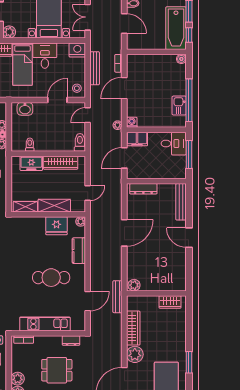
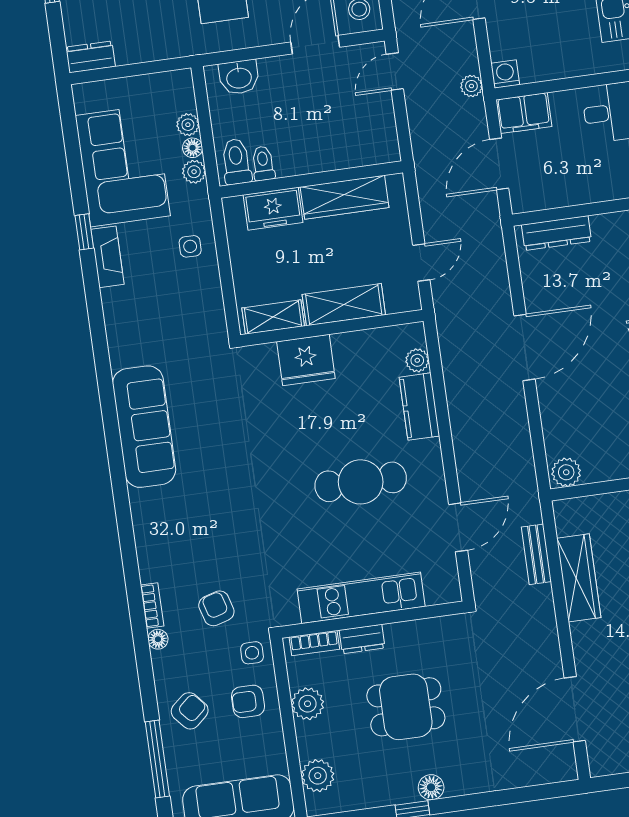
toilet: (80, 142) -> (236, 162), moved
plant: (81, 221) -> (417, 360), moved
fridge: (56, 226) -> (306, 360), moved
bench: (117, 297) -> (536, 554), moved, width x0.73
dresser: (71, 341) -> (362, 639), moved
plant: (135, 354) -> (592, 642), removed
plant: (18, 379) -> (308, 704), moved

